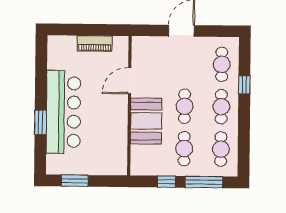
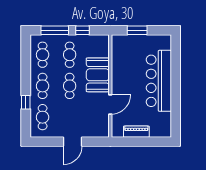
window: (41, 122) -> (176, 73), removed
window: (75, 181) -> (137, 30), moved

